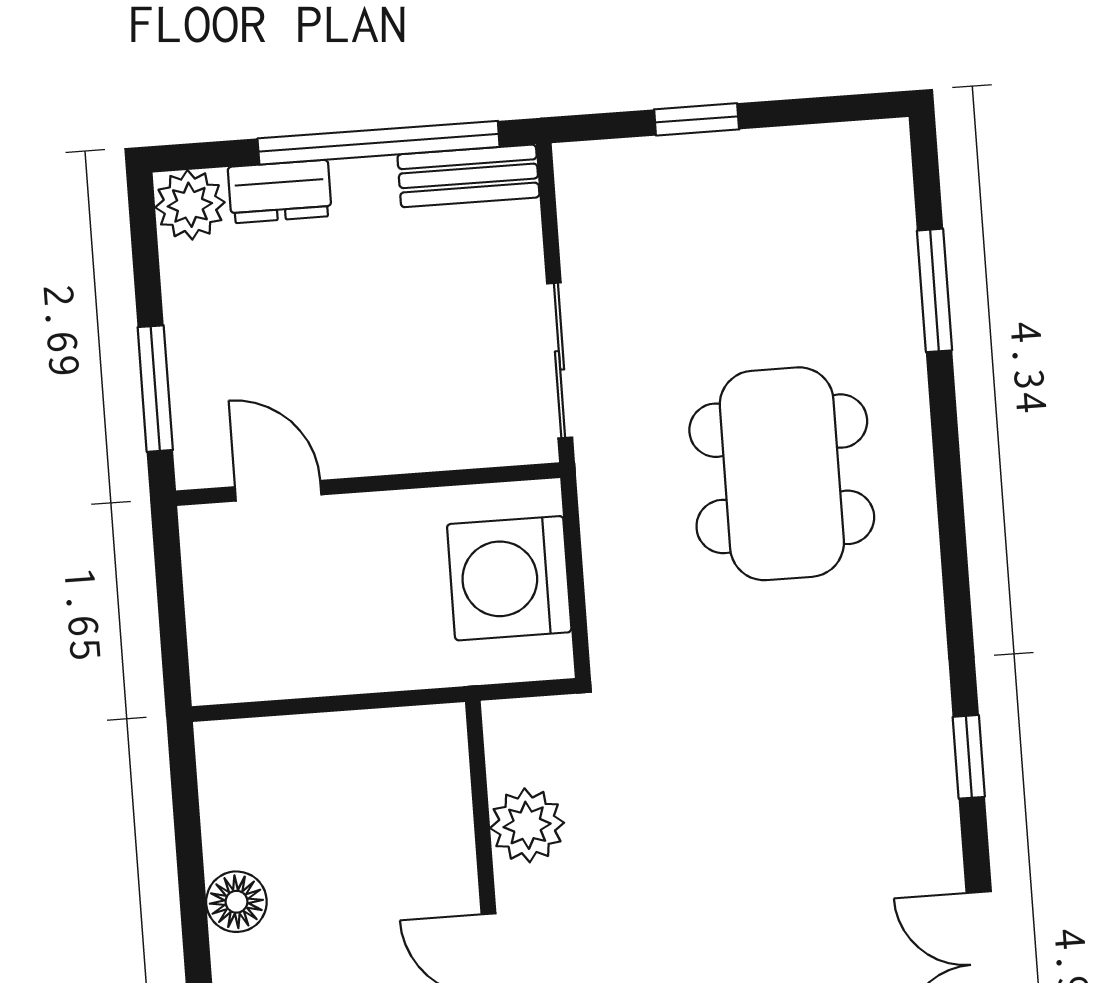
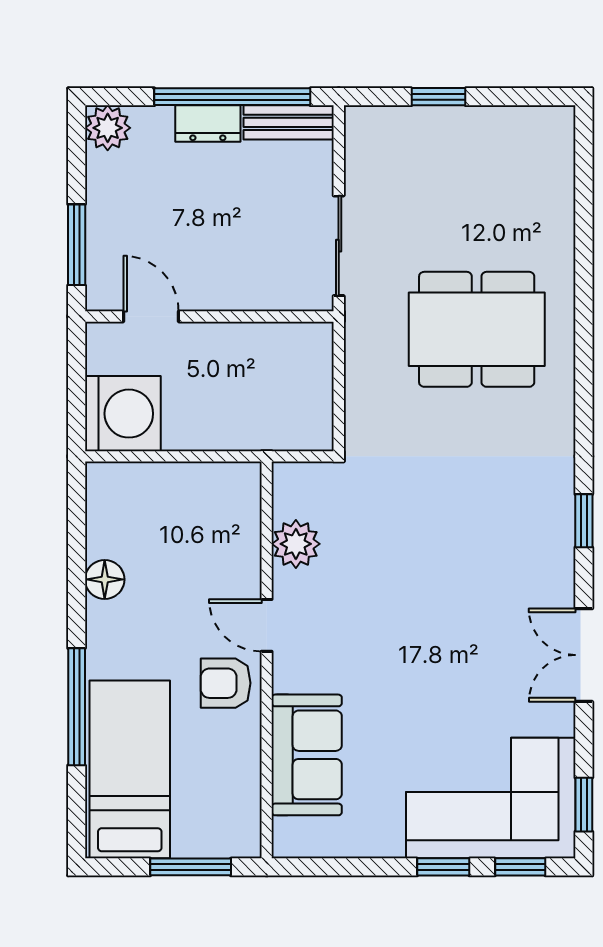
dresser: (280, 192) -> (208, 124), moved
window: (935, 290) -> (584, 218), removed
dining table: (782, 474) -> (477, 329), turned 90
washing machine: (509, 578) -> (123, 414), moved, turned 180

